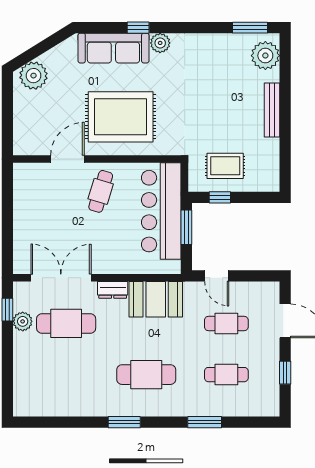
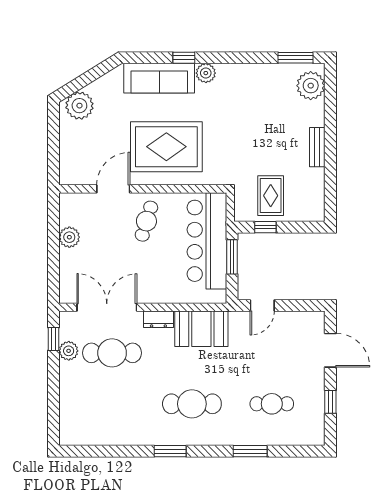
bench: (272, 110) -> (317, 147), width x0.73
rug: (225, 166) -> (271, 196), turned 90
plant: (23, 207) -> (69, 237), added
door: (217, 276) -> (262, 305), hinge flipped
cafe table: (226, 323) -> (272, 353), removed

